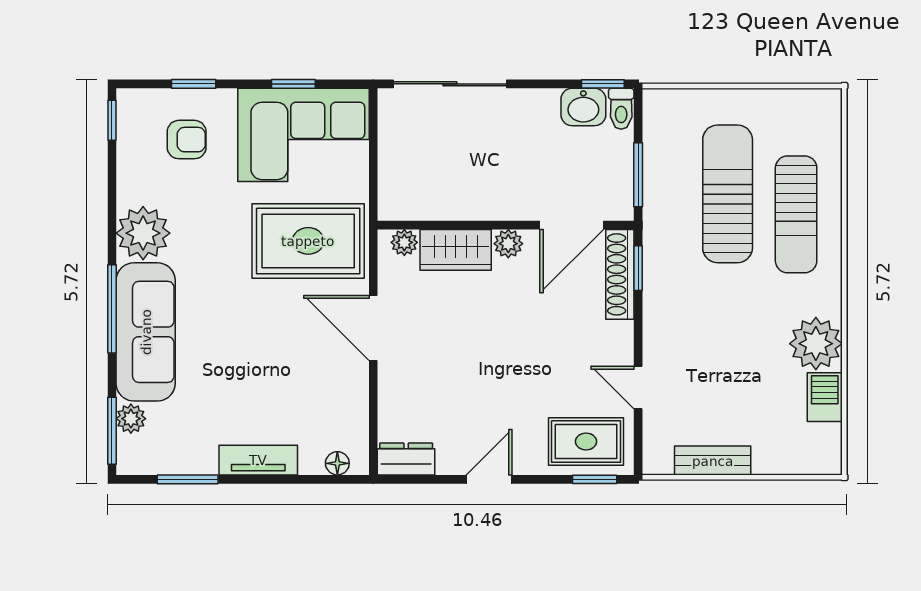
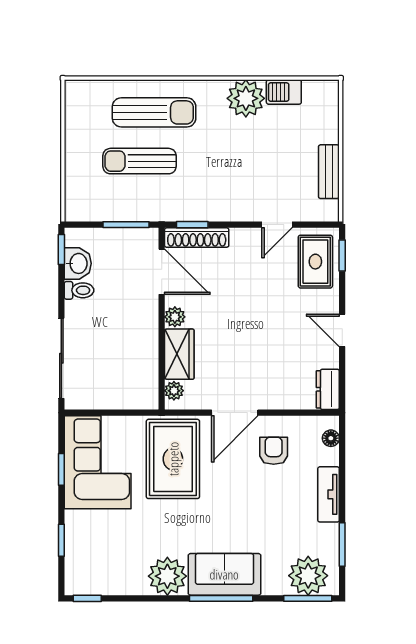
toilet: (621, 109) -> (79, 290), moved
armchair: (187, 140) -> (274, 451), moved
sun lounger: (728, 194) -> (139, 161), width x0.73, depth x0.75
sofa: (146, 332) -> (224, 574), width x0.73
plant: (131, 419) -> (308, 576), width x1.87, depth x1.87

